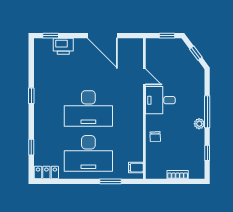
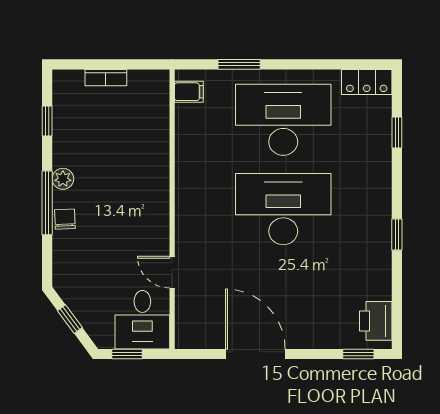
printer: (63, 46) -> (376, 321), moved, turned -90
desk: (160, 100) -> (142, 320), moved, turned 90
chair: (155, 137) -> (65, 219), moved

